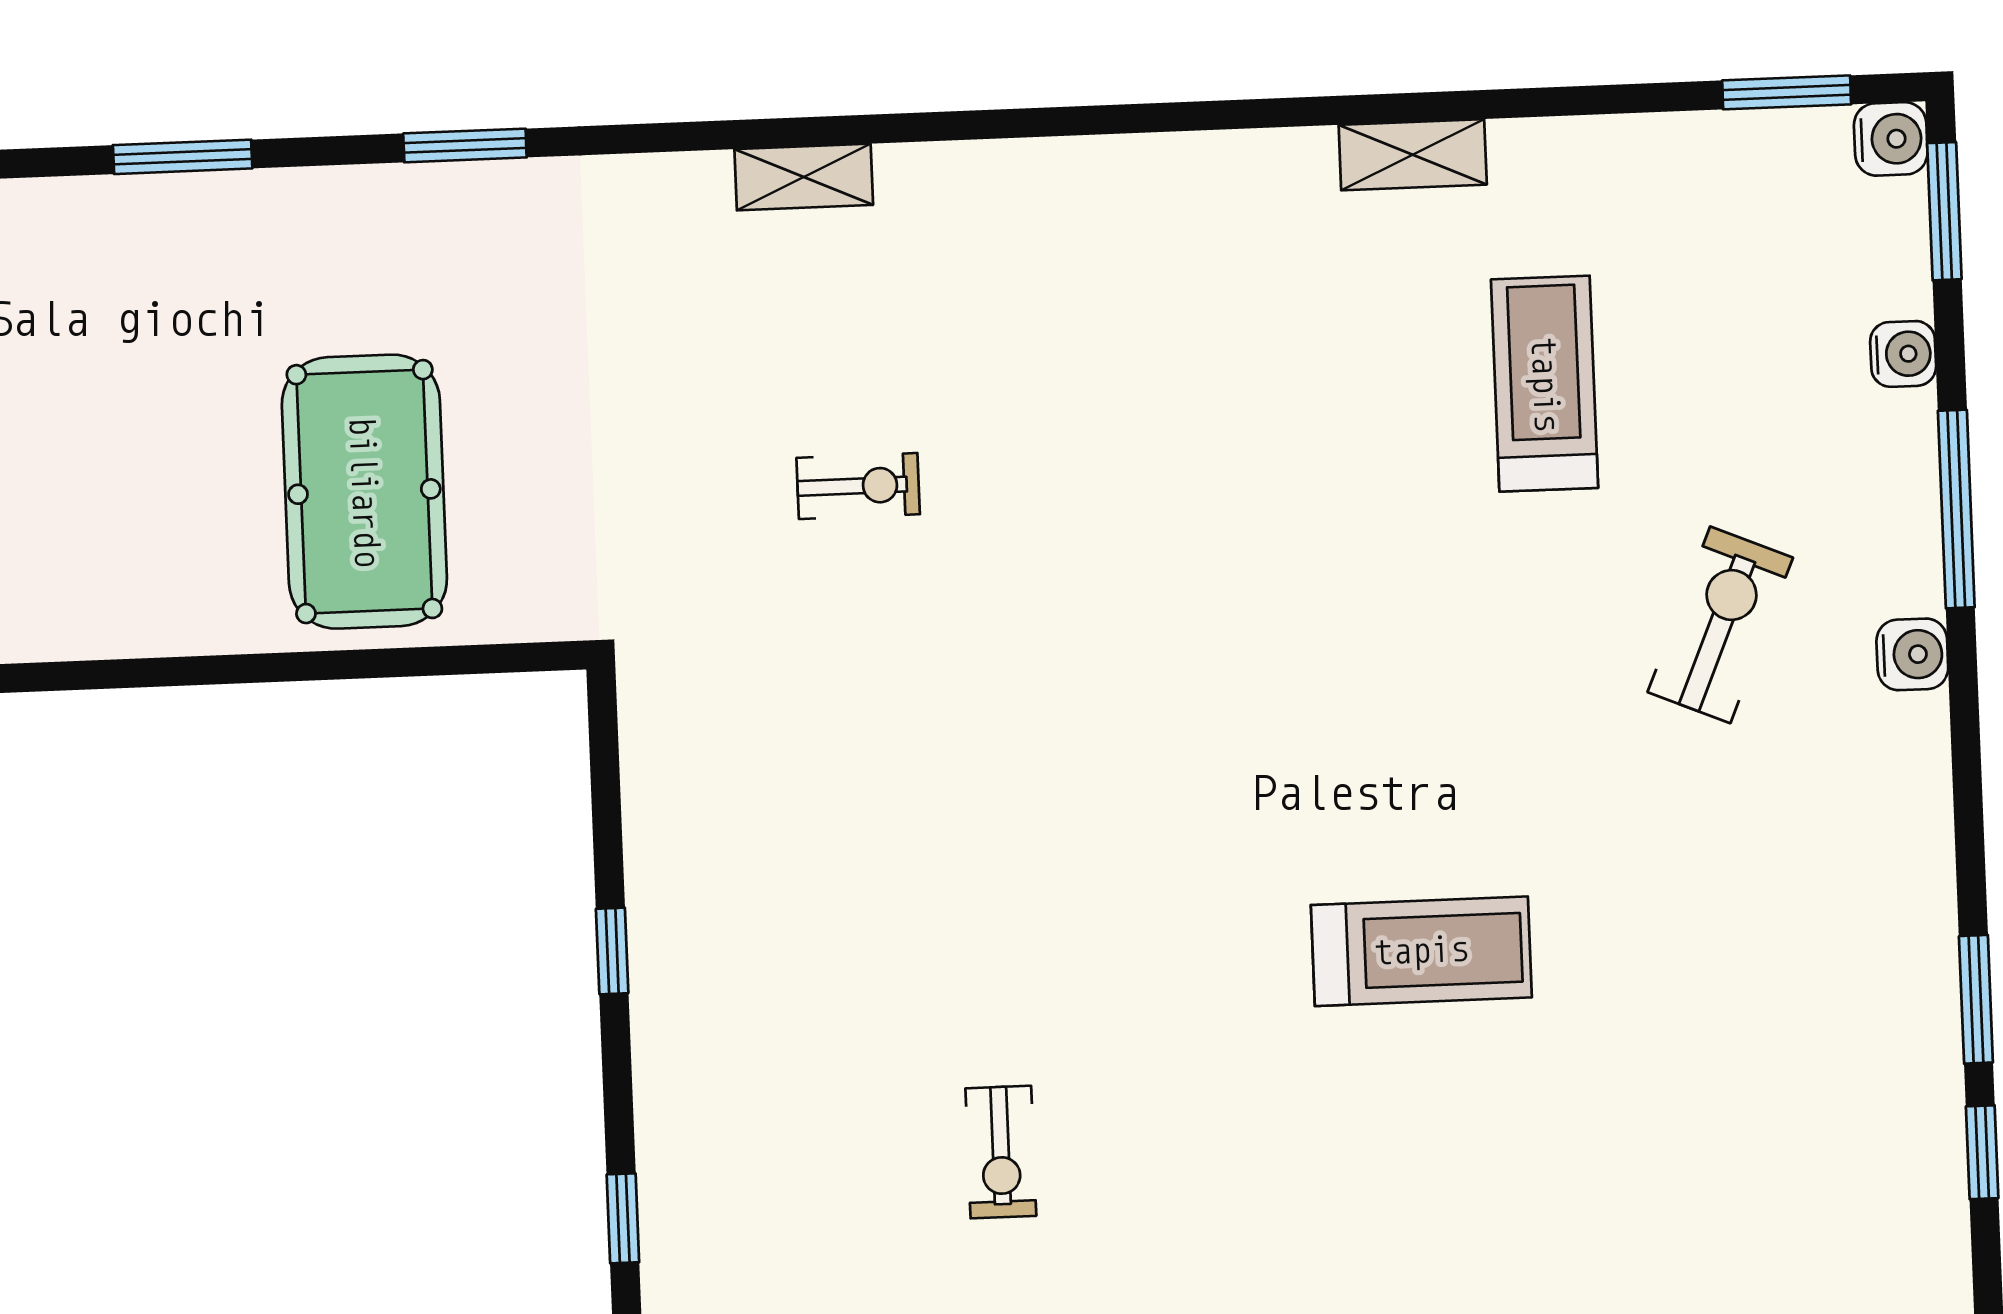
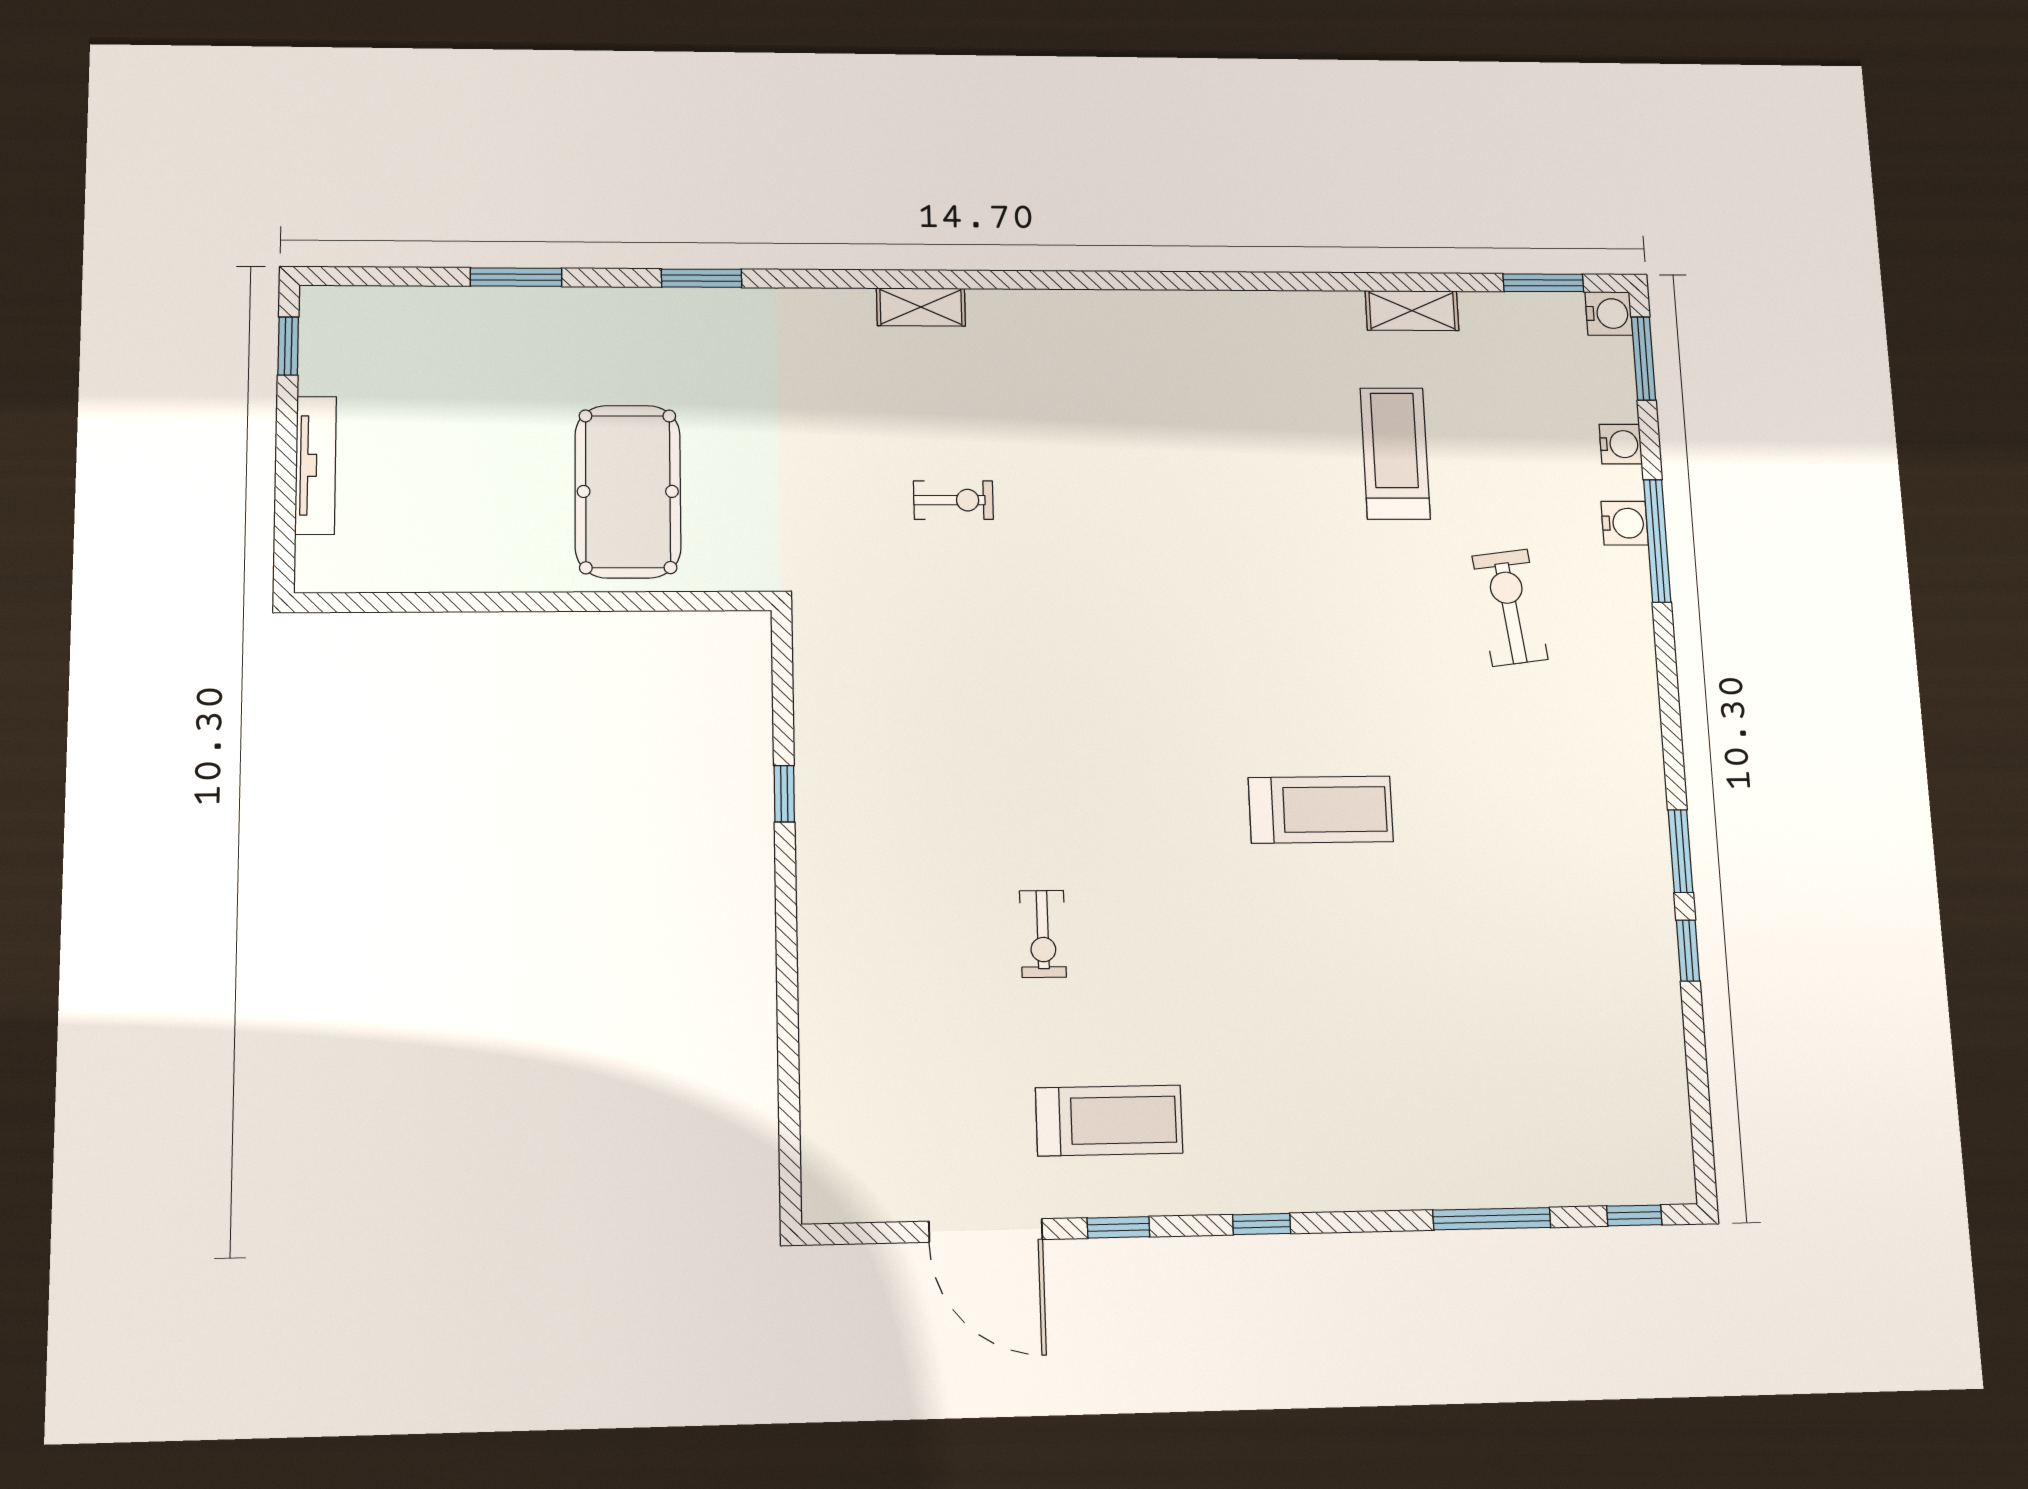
shelving: (1413, 155) -> (1412, 311), moved
exercise bike: (1720, 625) -> (1510, 608), turned -30
water cooler: (1912, 654) -> (1625, 523), moved
window: (623, 1218) -> (787, 972), removed

